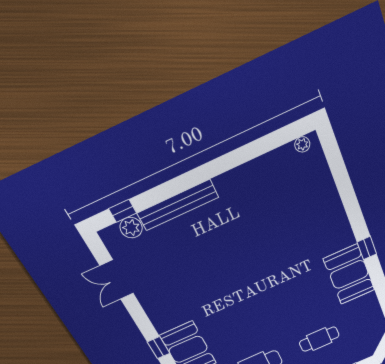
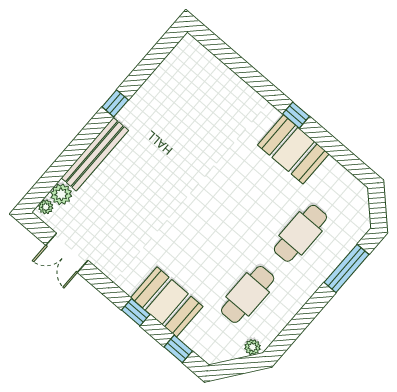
plant: (302, 144) -> (46, 207), moved
window: (123, 211) -> (115, 103), moved
cafe table: (319, 339) -> (300, 233), width x1.37, depth x1.35

